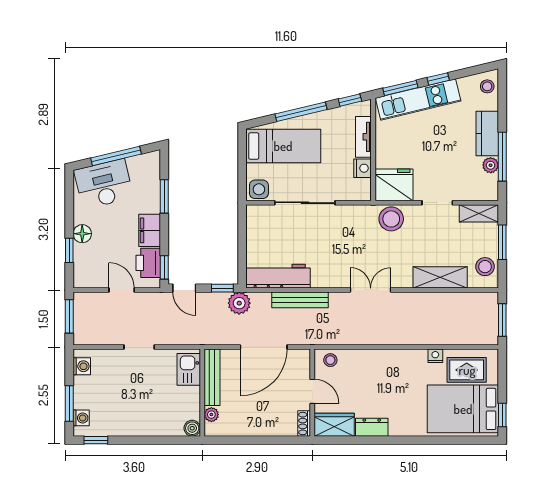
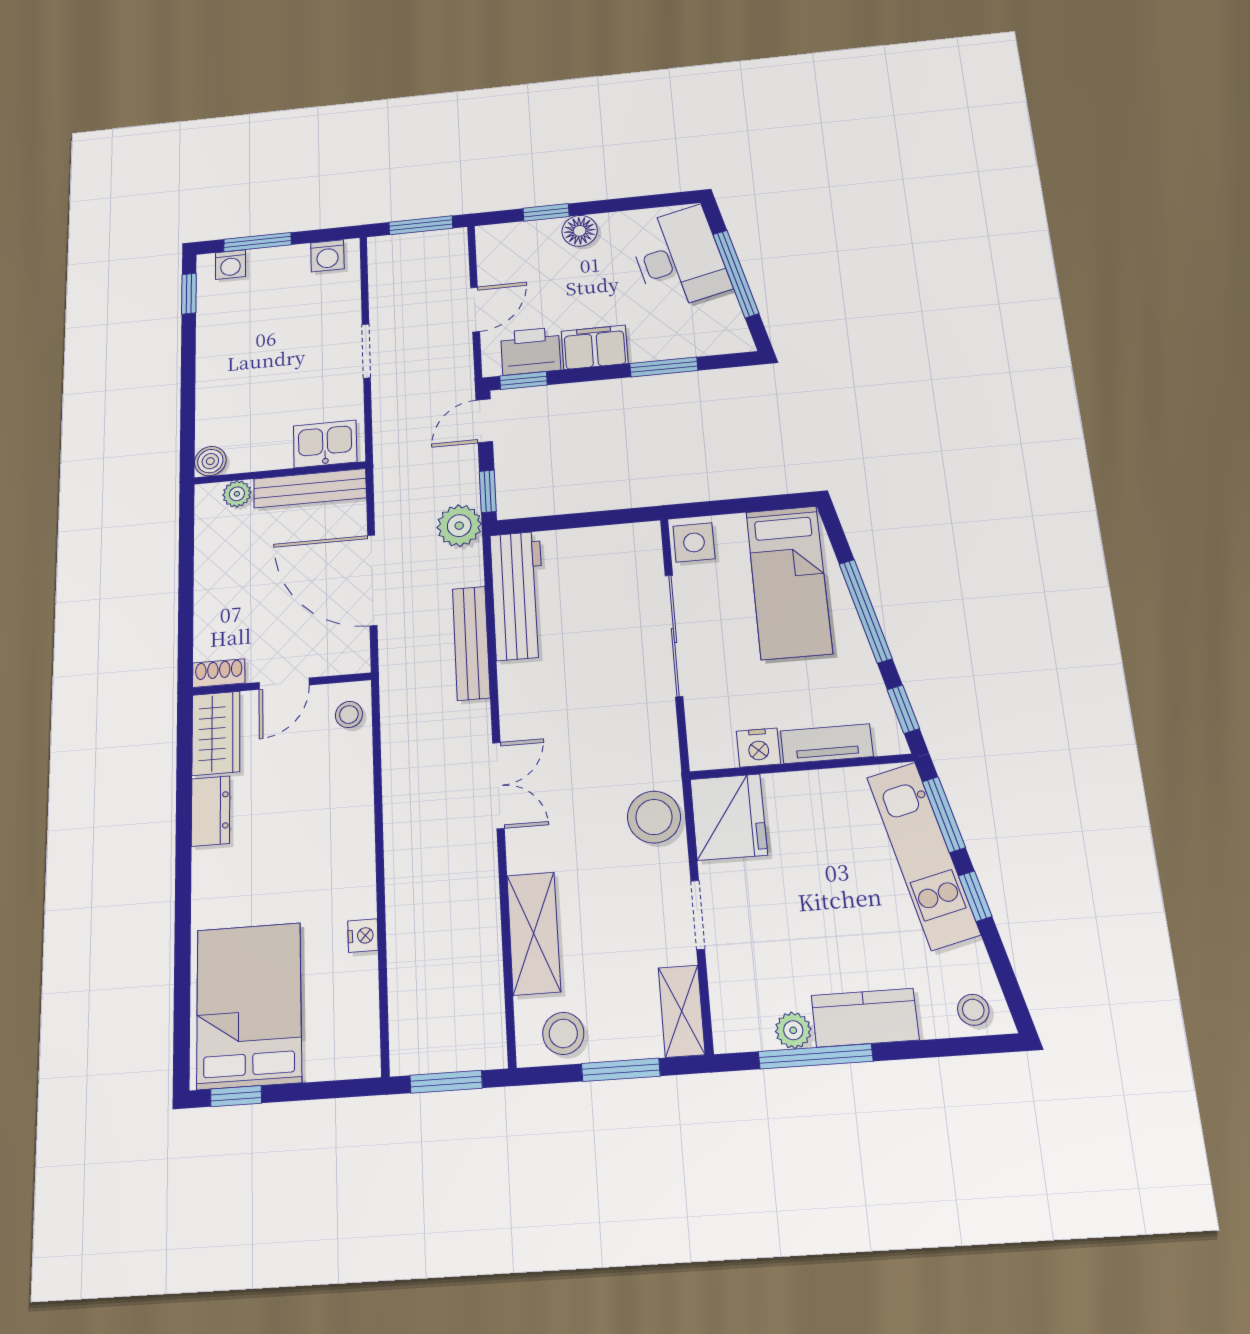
rug: (467, 370) -> (334, 1008), removed

